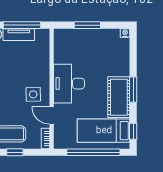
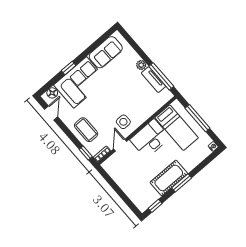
window: (87, 25) -> (197, 118), width x1.44
bed: (104, 131) -> (177, 128), moved, turned 180
window: (15, 152) -> (86, 153), moved
window: (93, 152) -> (120, 192), removed

